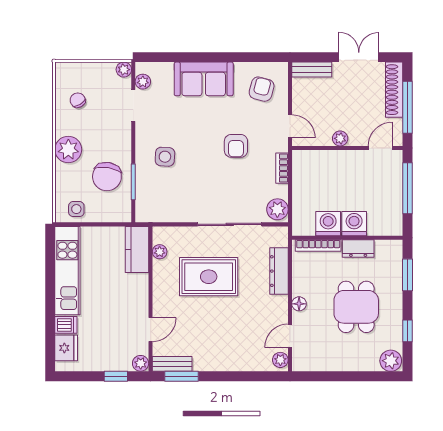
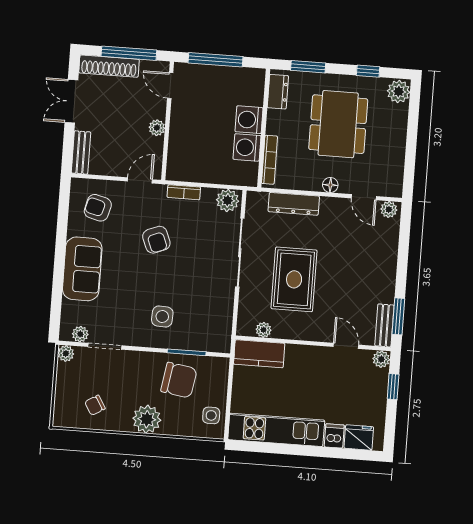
armchair: (236, 146) -> (156, 240), turned 68
dresser: (358, 248) -> (278, 92), moved
dining table: (356, 307) -> (338, 124), width x1.38

